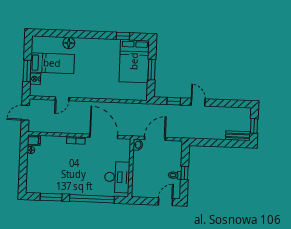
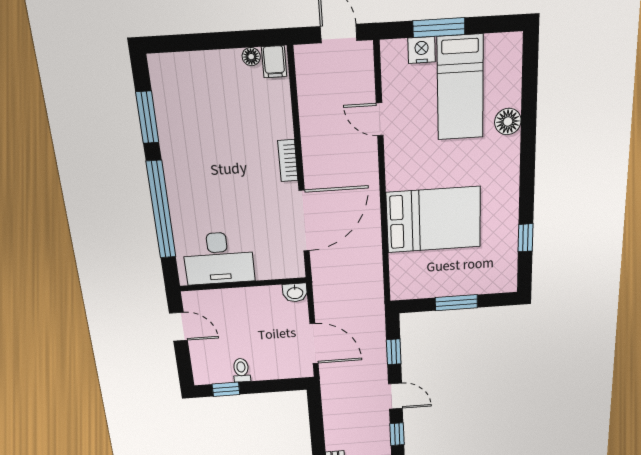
bed: (134, 61) -> (434, 220), moved, turned 180
door: (198, 102) -> (395, 396), hinge flipped
window: (220, 103) -> (397, 434), added
door: (155, 138) -> (314, 344), moved
window: (185, 173) -> (226, 389), moved
door: (165, 202) -> (178, 327), moved

